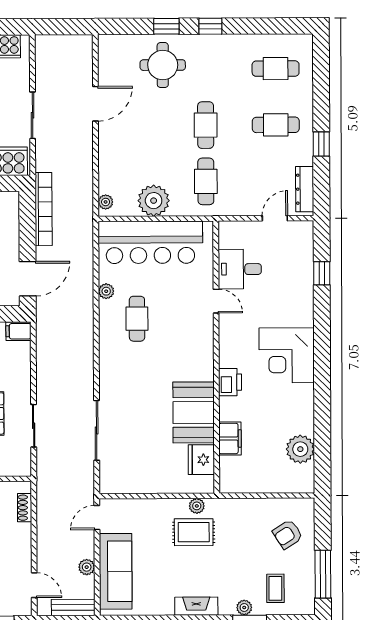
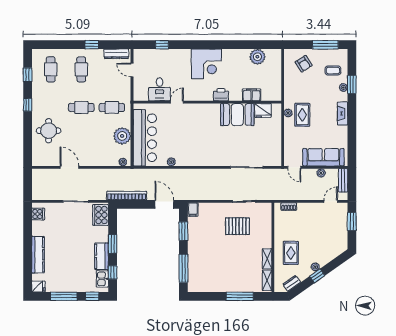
window: (166, 26) -> (28, 75), moved
cafe table: (137, 319) -> (186, 145), removed

